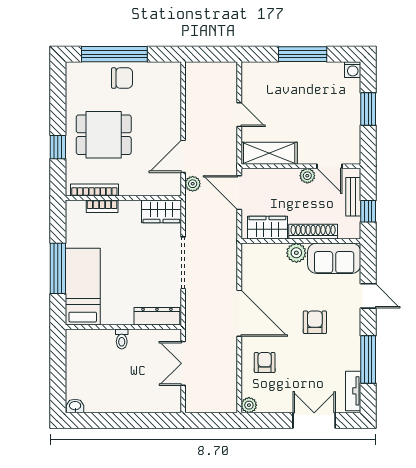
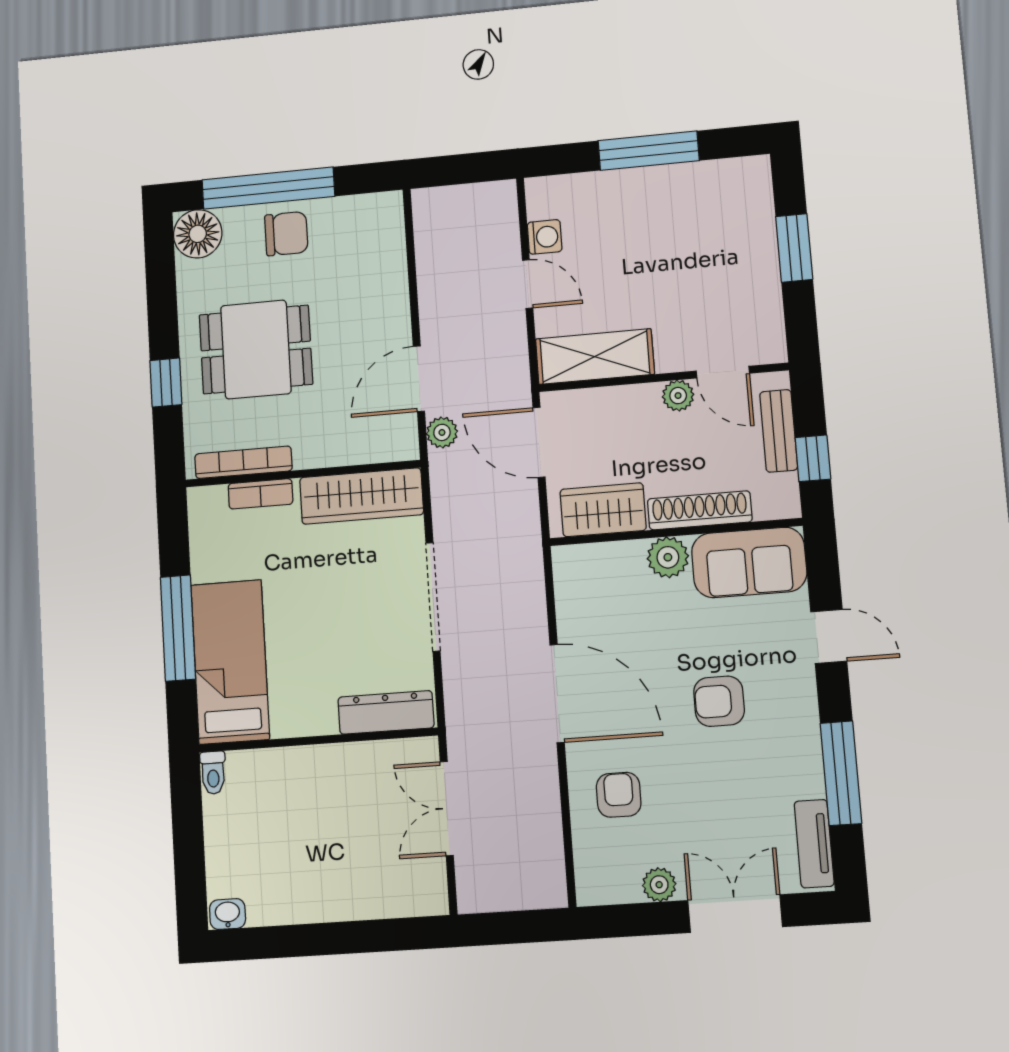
washing machine: (353, 70) -> (545, 237), moved, turned -90
floor lamp: (78, 74) -> (198, 234), added
wardrobe: (161, 211) -> (361, 496), width x1.50
armchair: (315, 322) -> (719, 701), turned -90
toilet: (122, 339) -> (213, 773), moved
plant: (249, 405) -> (659, 885), moved

